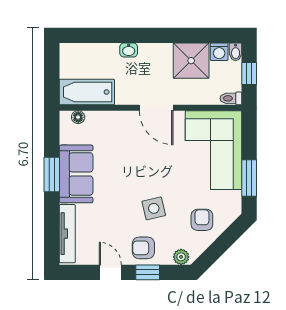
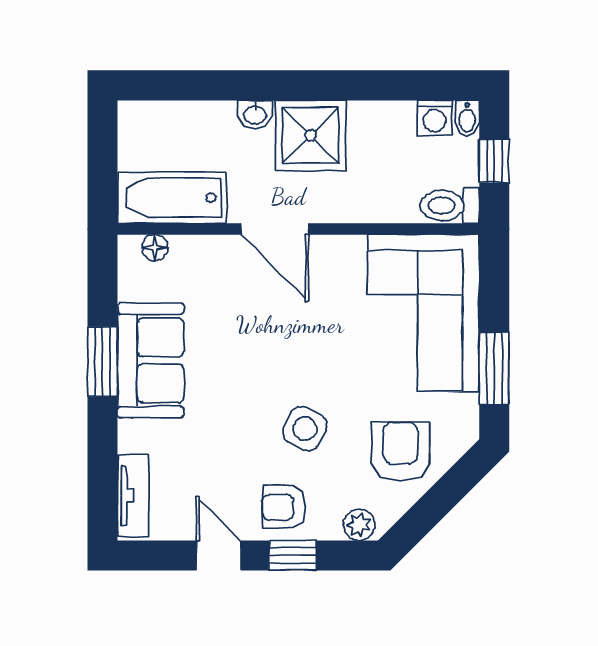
shower: (191, 61) -> (311, 135), moved
toilet: (231, 98) -> (450, 205), width x1.37, depth x1.39
door: (156, 108) -> (275, 229), moved
side table: (154, 208) -> (305, 429), turned 38
armchair: (202, 220) -> (400, 451), width x1.38, depth x1.38
tv unit: (67, 234) -> (133, 496), width x0.71

